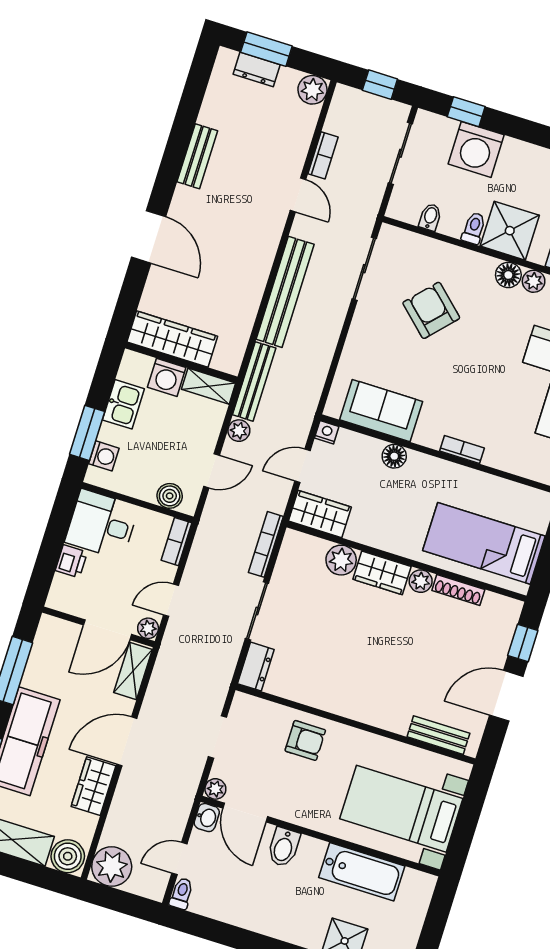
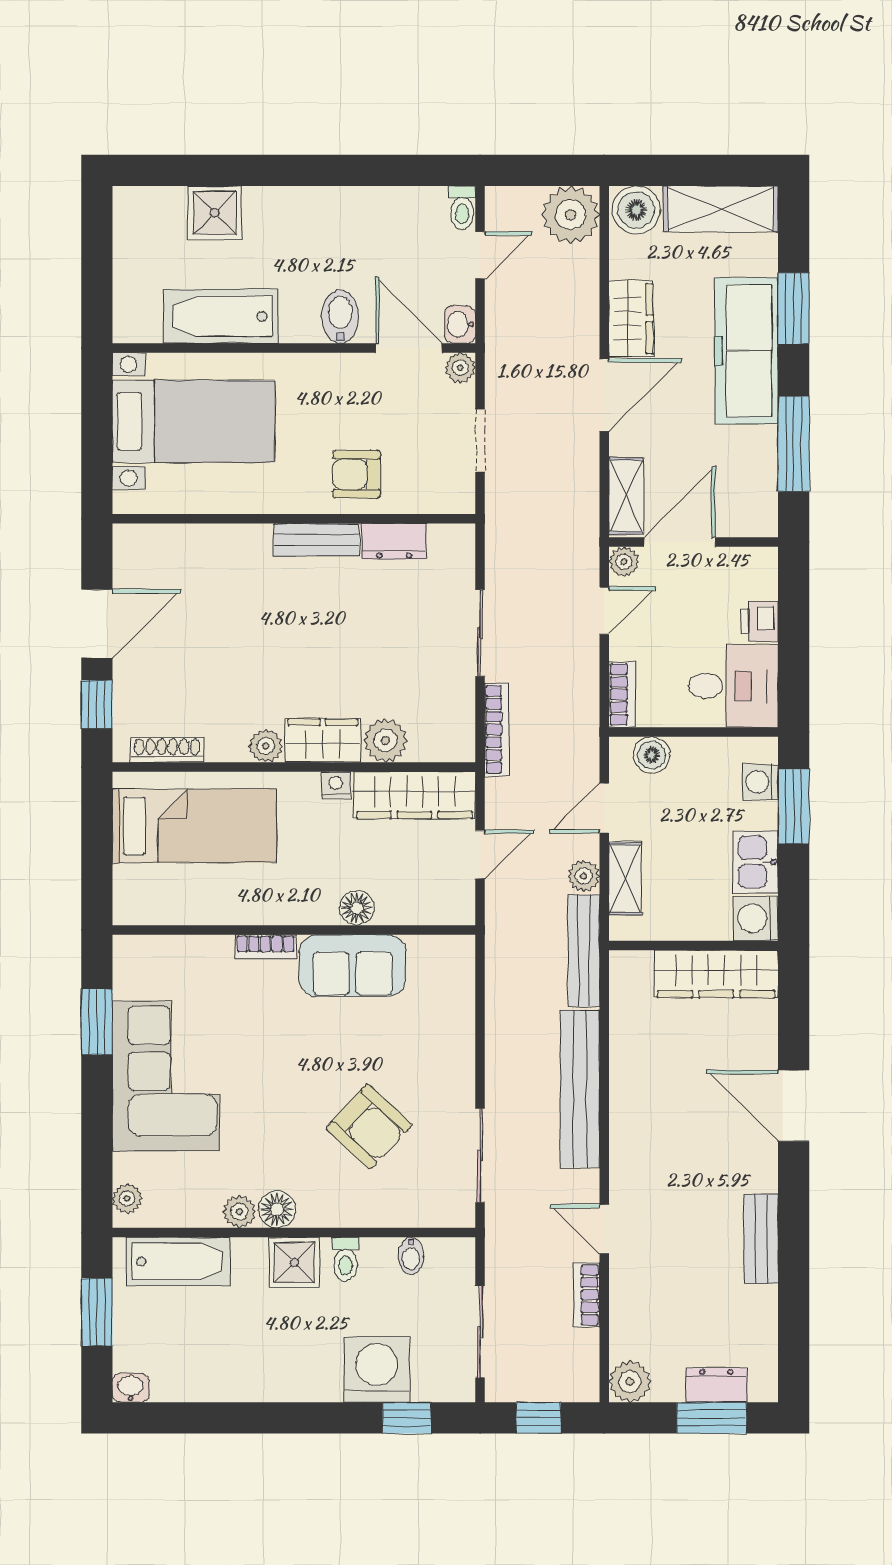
shower: (510, 231) -> (294, 1262), width x0.73, depth x0.73
washing machine: (167, 377) -> (756, 918), moved, turned -90
shelving: (209, 386) -> (625, 879), moved, turned 90
sofa: (381, 411) -> (353, 966), moved
nightstand: (327, 432) -> (336, 785), moved, turned 180
wardrobe: (320, 514) -> (414, 795), width x1.50
shoe rack: (458, 590) -> (167, 750), moved
dresser: (256, 667) -> (394, 541), moved, turned -90
bench: (438, 735) -> (316, 540), moved

